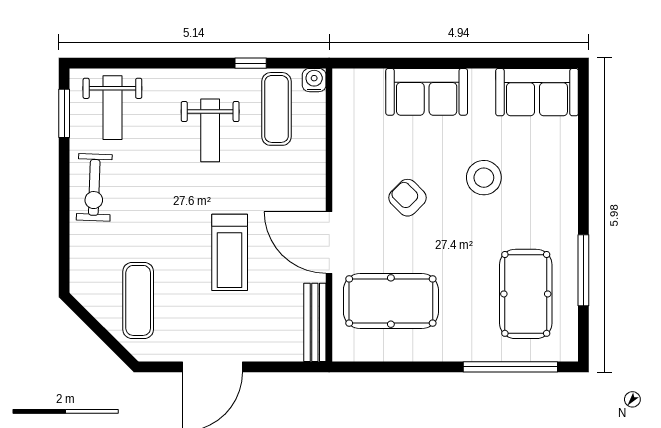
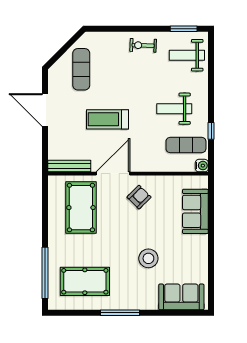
sofa: (427, 92) -> (195, 211), moved
sofa: (537, 92) -> (181, 297), moved, turned 90
exercise bike: (94, 187) -> (143, 45), width x0.73, depth x0.72
armchair: (408, 198) -> (139, 197), moved
window: (583, 270) -> (120, 313), moved
exercise mat: (138, 300) -> (81, 69), turned 90

